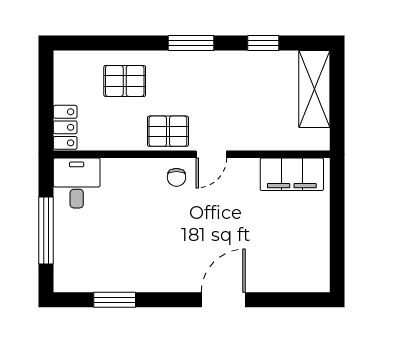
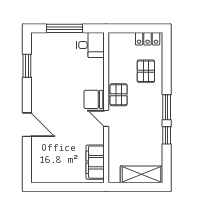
window: (263, 43) -> (167, 135), moved
locker: (65, 127) -> (148, 39), moved
chair: (176, 177) -> (93, 99), width x1.87, depth x1.87

